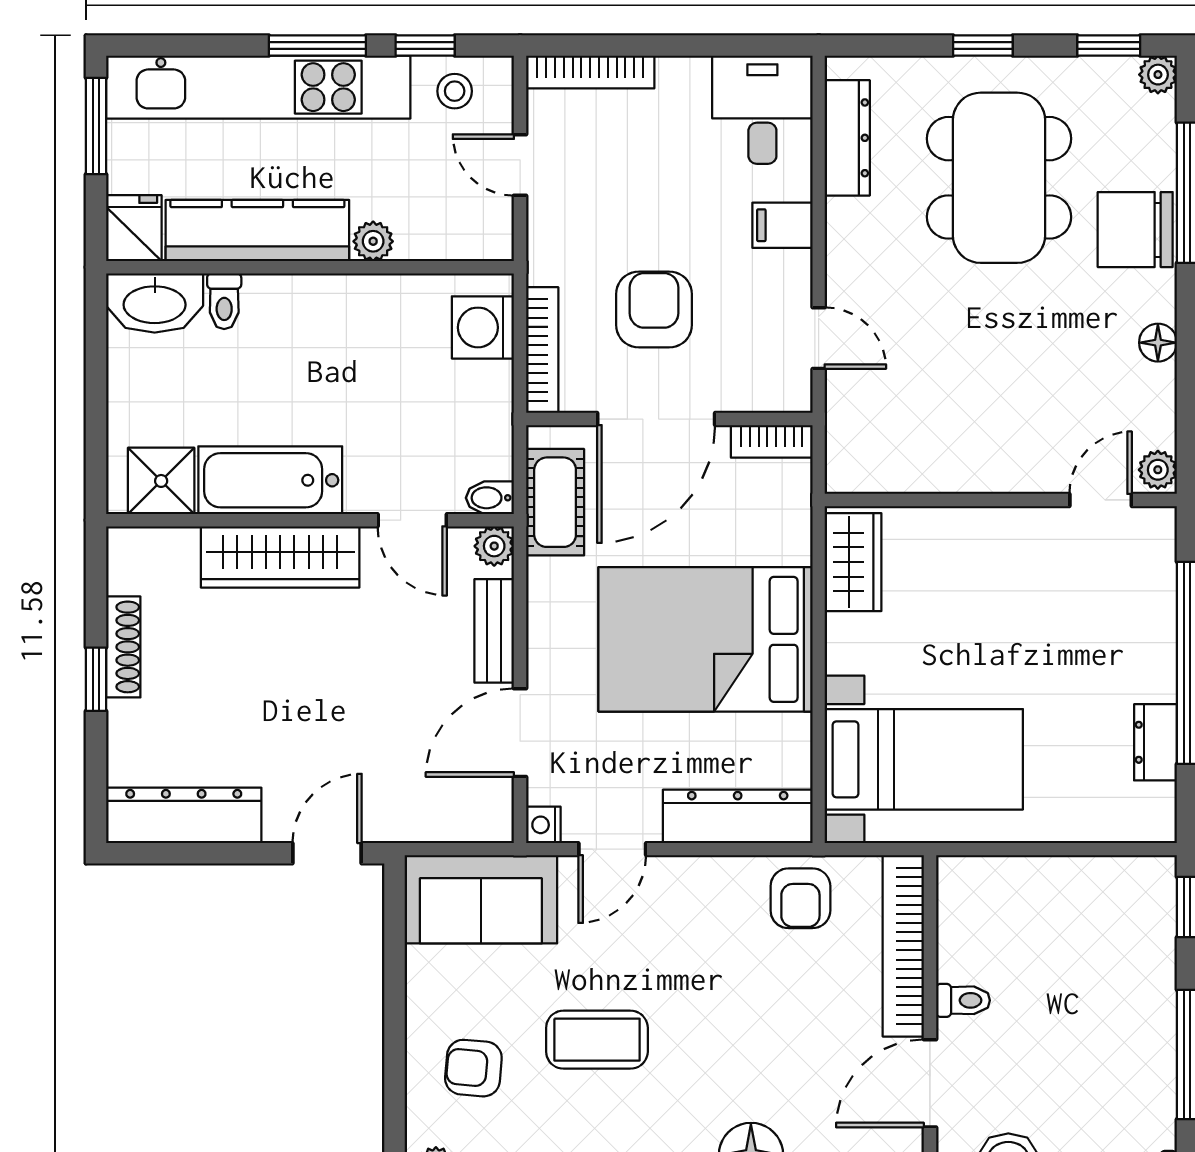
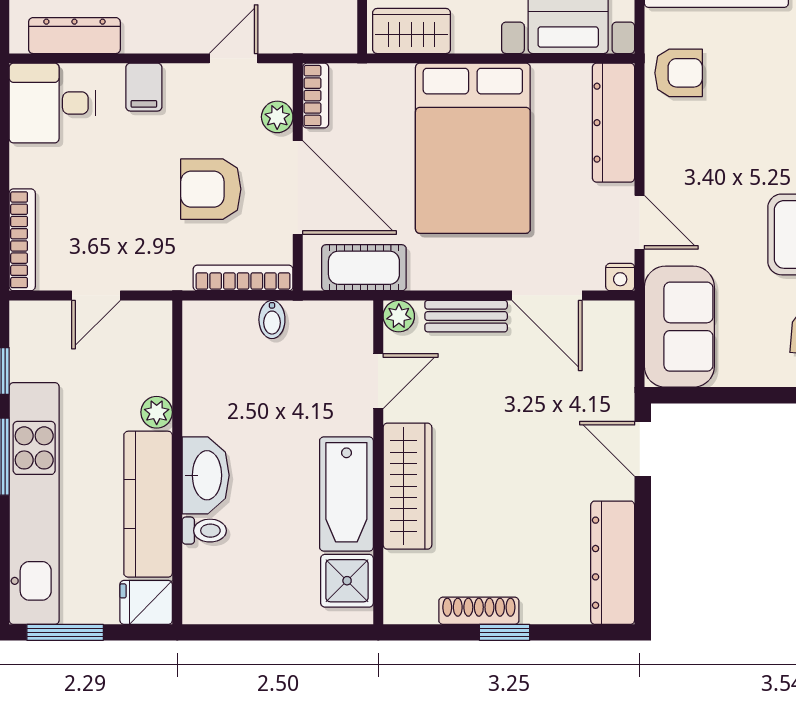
stool: (455, 91) -> (37, 348), removed
washbasin: (155, 303) -> (206, 475), moved
washing machine: (483, 327) -> (225, 325), removed
plant: (745, 393) -> (277, 117), added
bidet: (490, 498) -> (272, 320), moved

